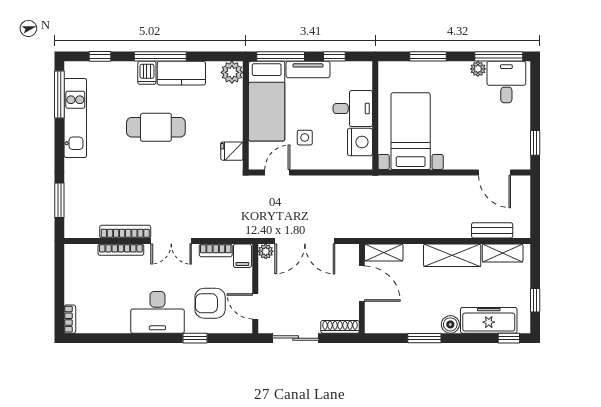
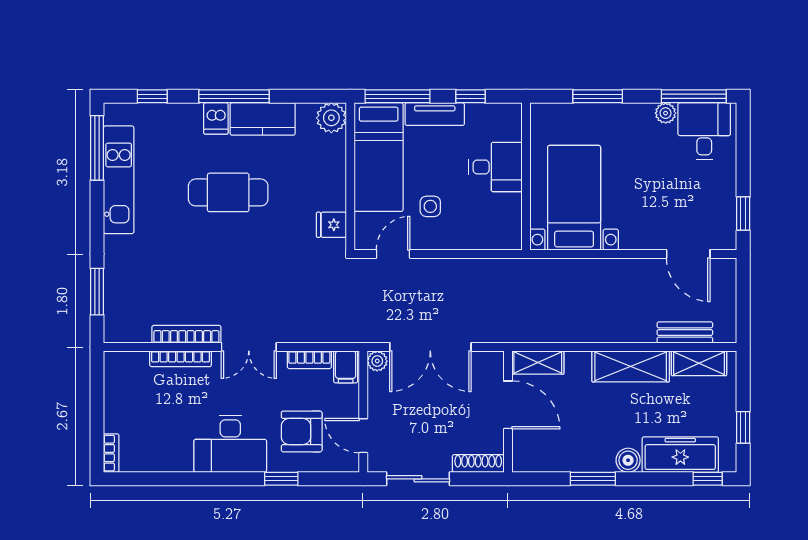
nightstand: (360, 142) -> (505, 212), removed

